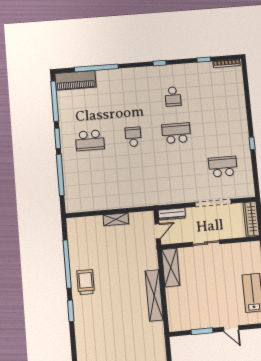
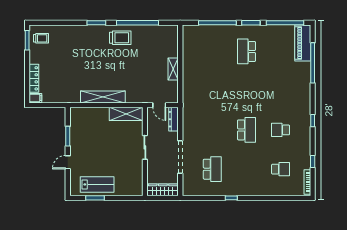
school desk: (133, 137) -> (281, 169), moved

